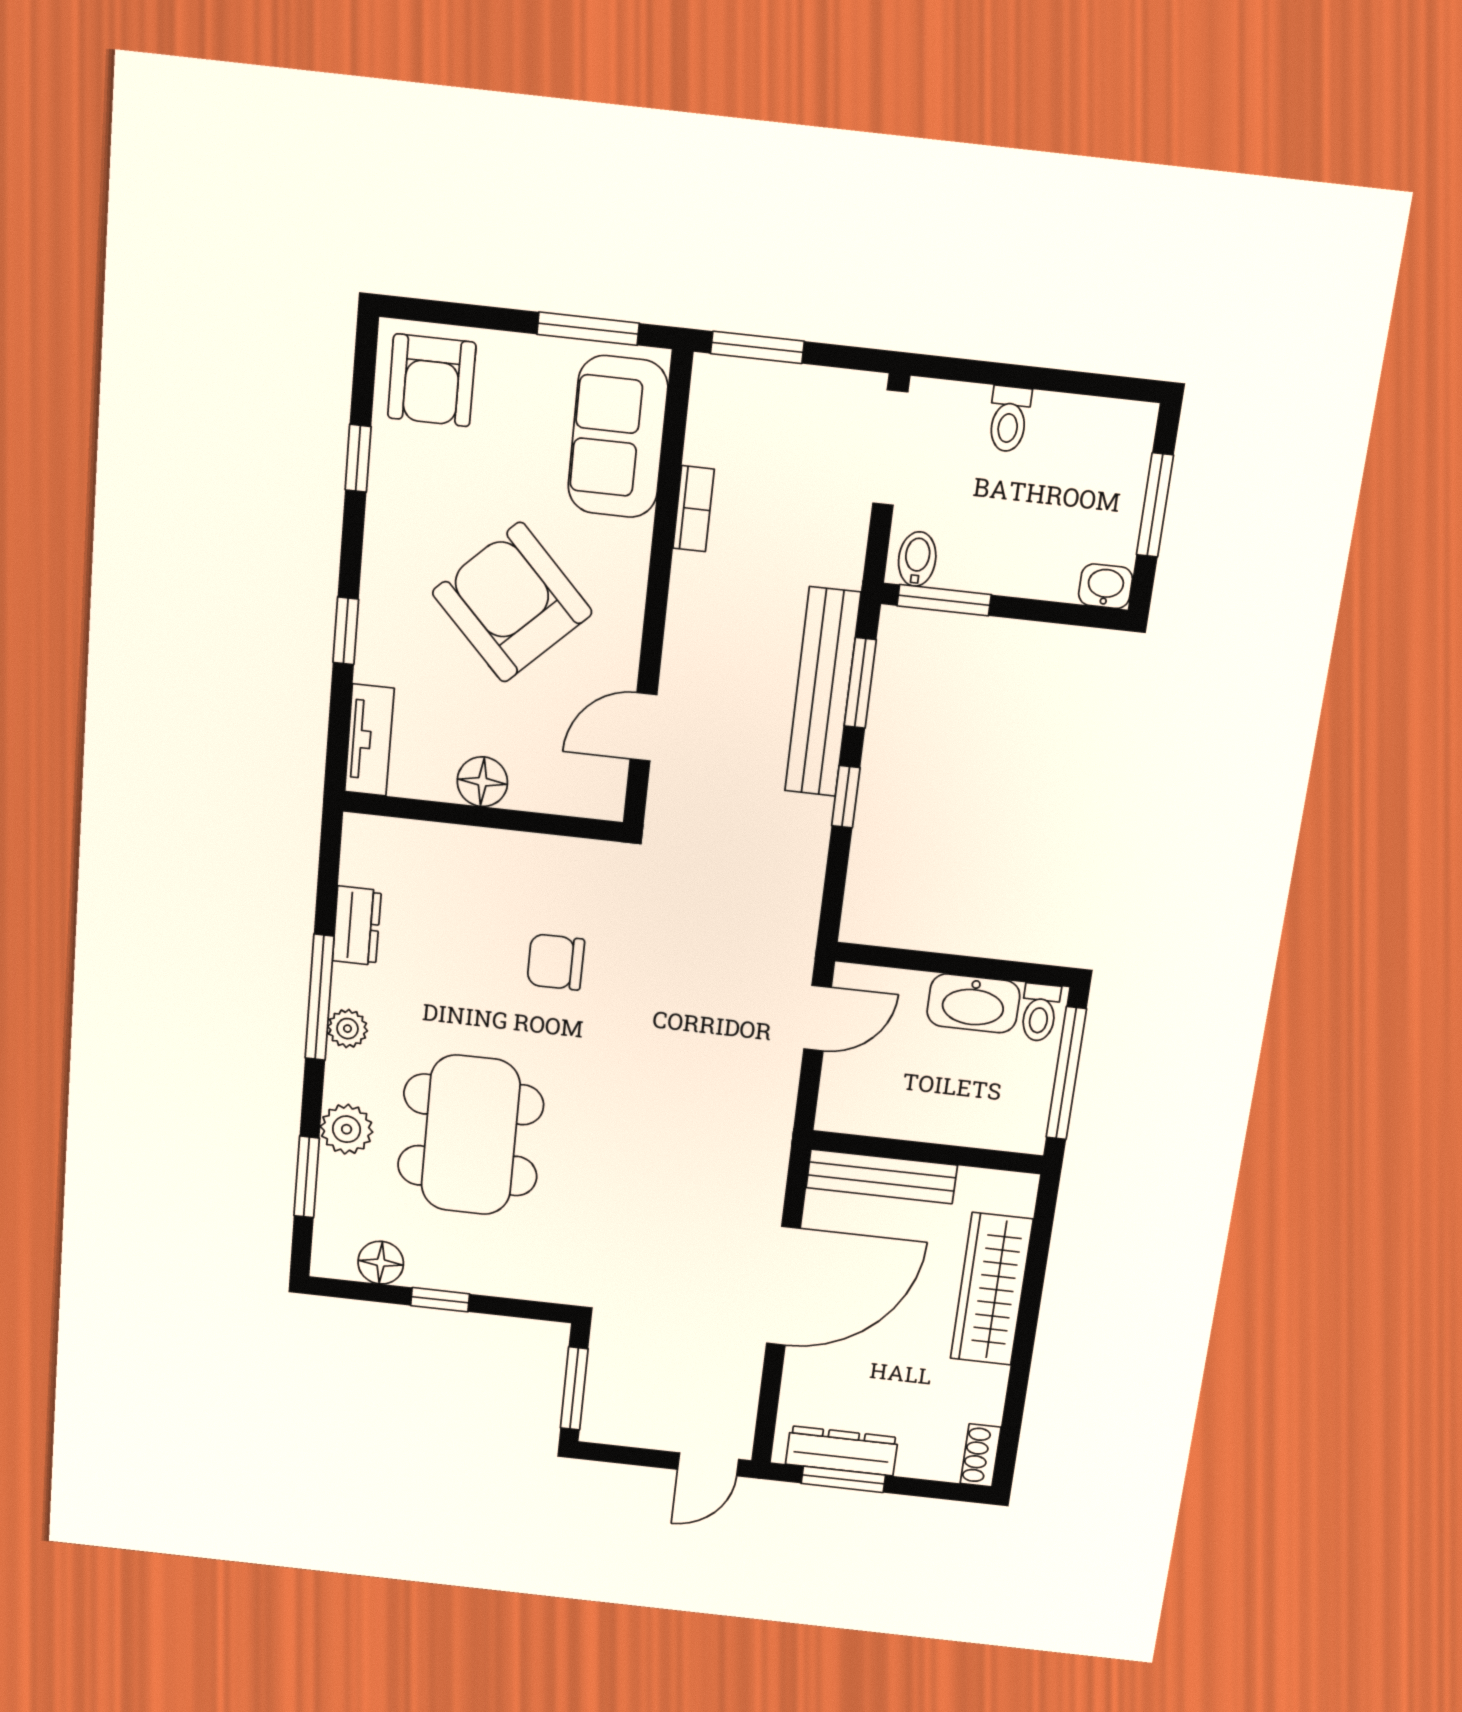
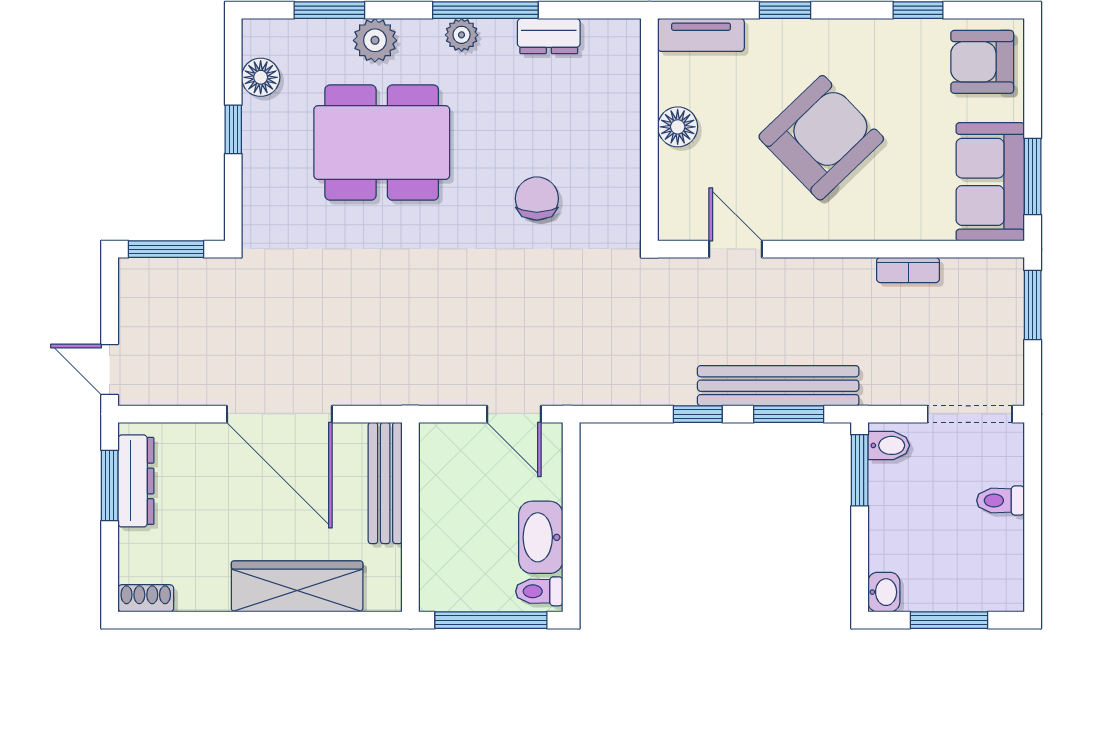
sofa: (618, 437) -> (990, 182), moved, turned -90

